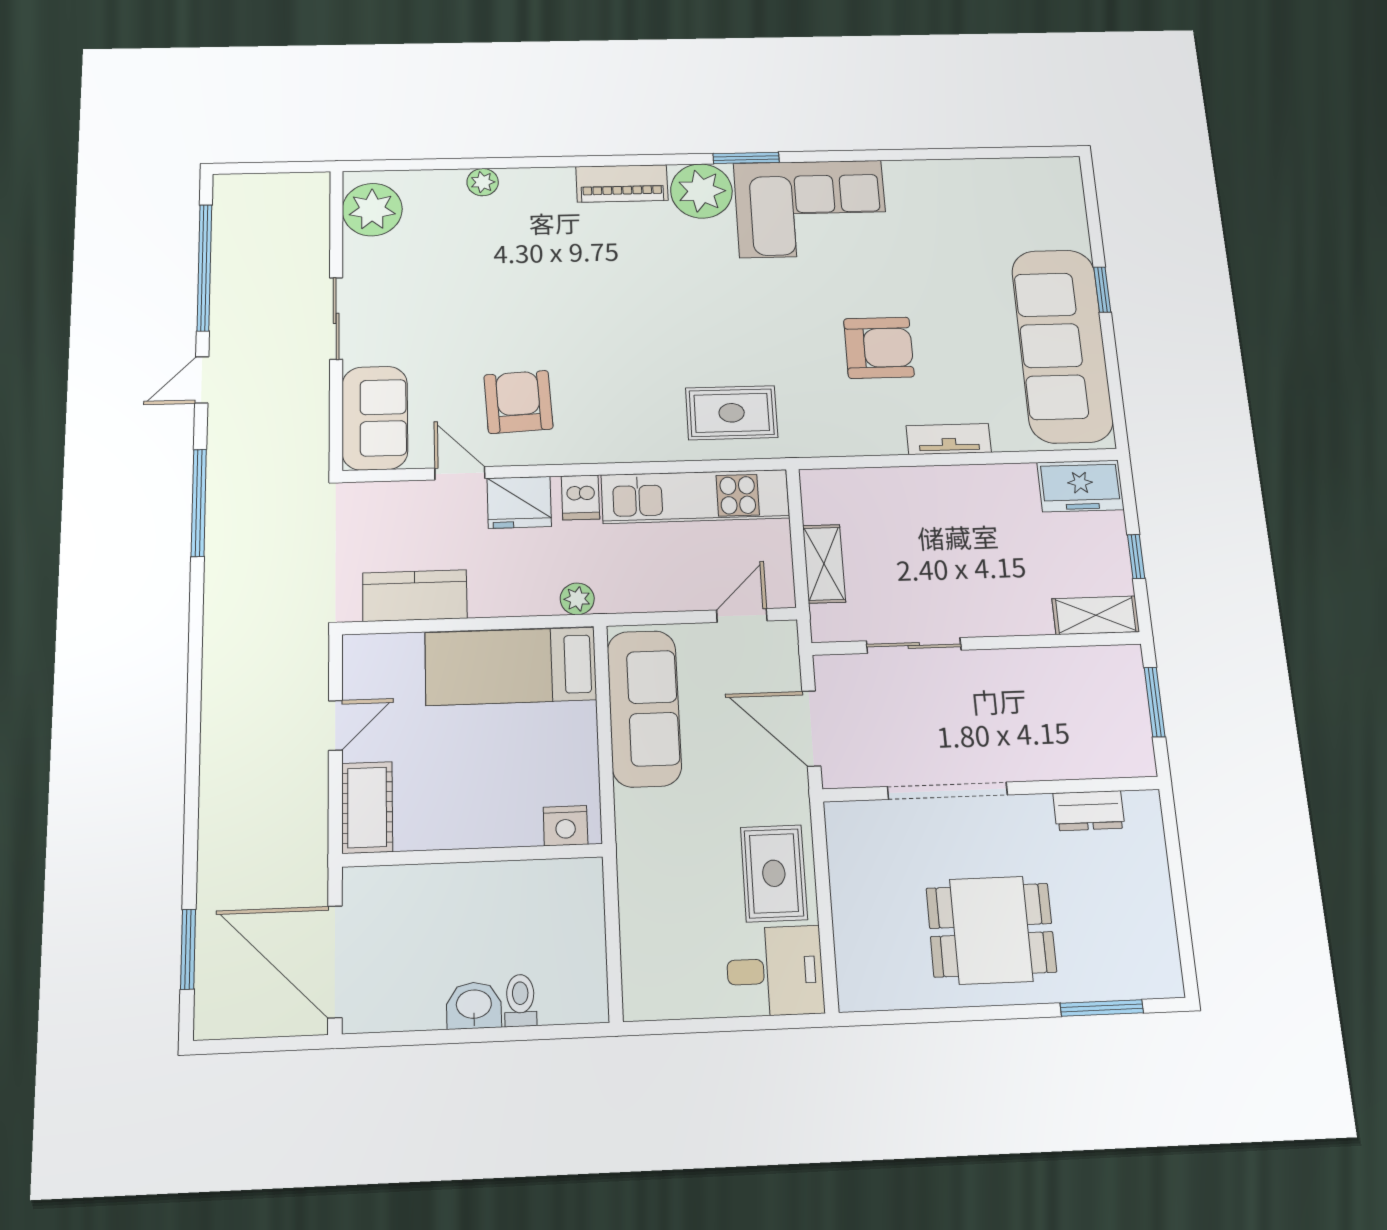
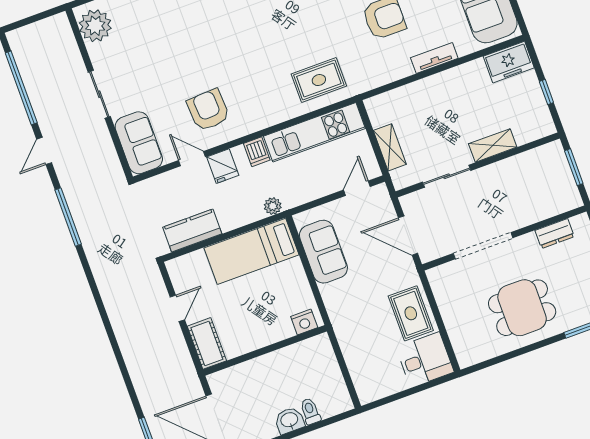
fridge: (519, 502) -> (223, 166), width x0.72
shelving: (1096, 615) -> (493, 145), moved
sofa: (644, 708) -> (323, 252), width x0.73

